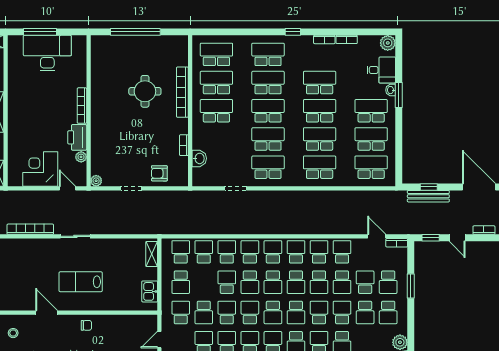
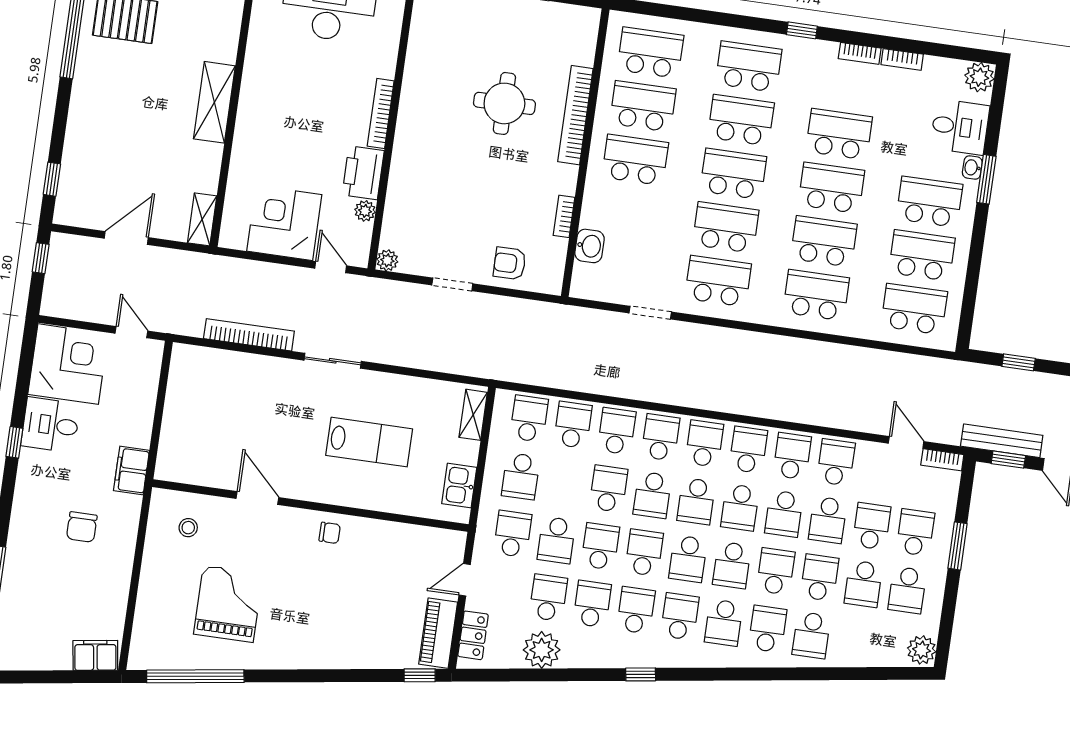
bench: (428, 196) -> (1002, 441), moved
lab bench: (81, 282) -> (369, 442), moved, turned 180
school desk: (388, 282) -> (915, 532), turned 180

